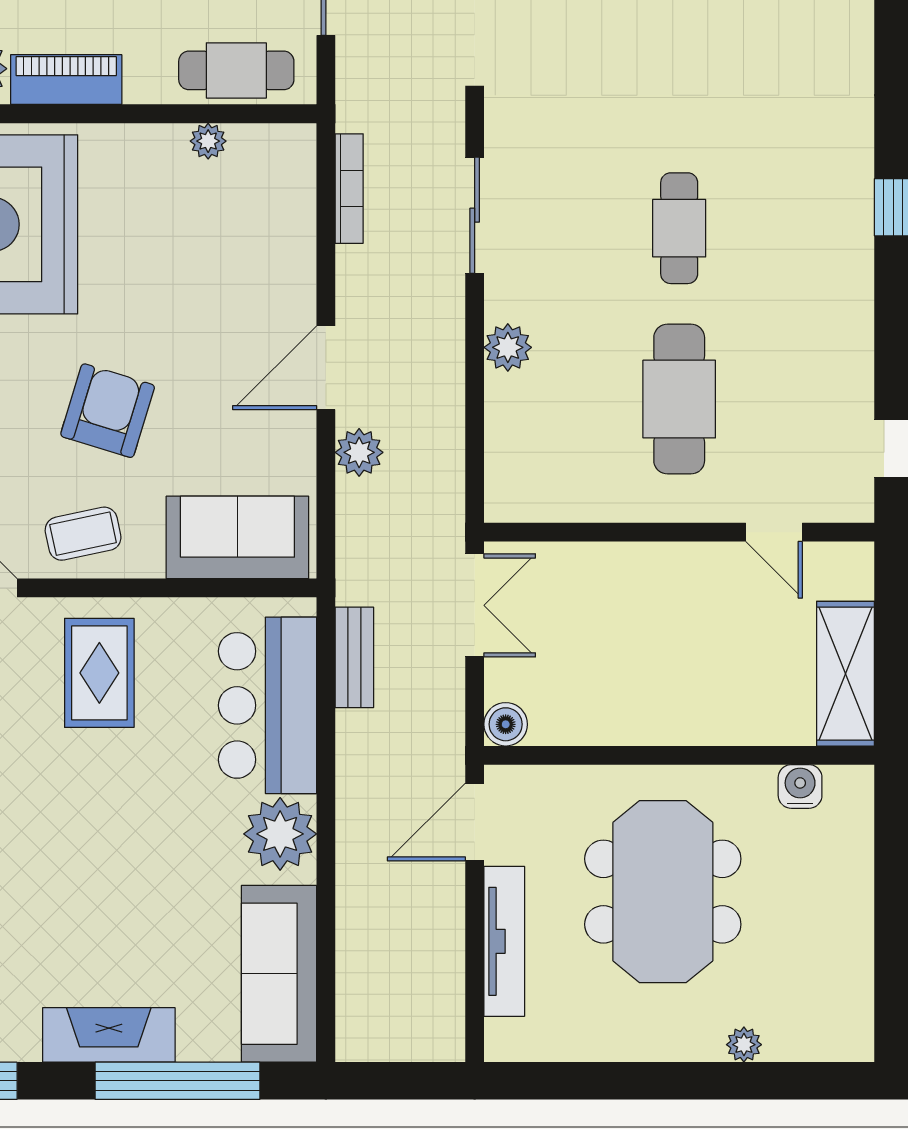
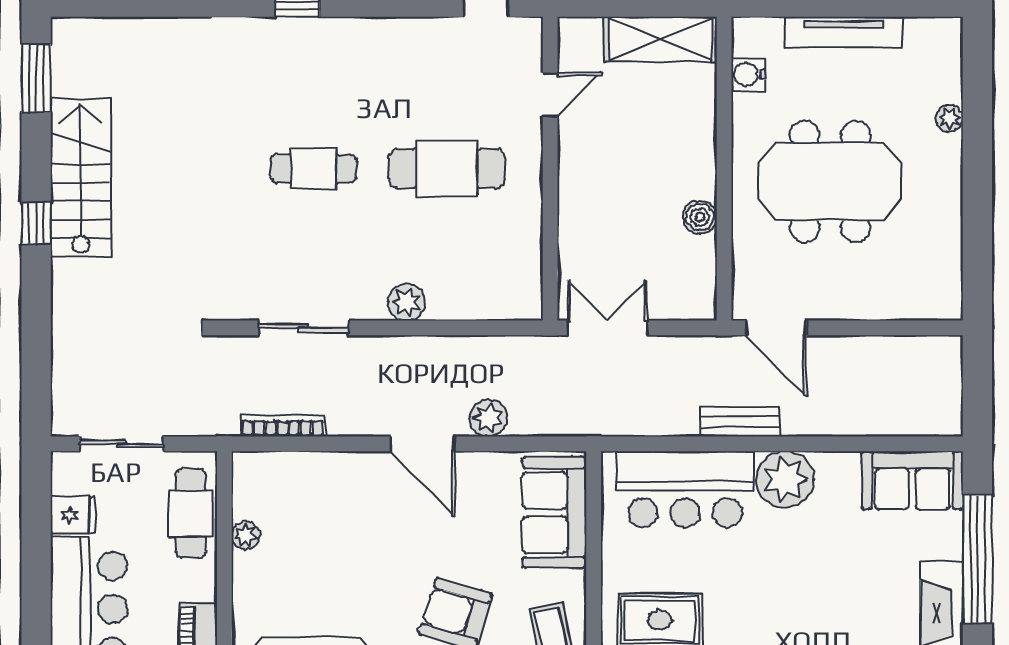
bench: (354, 657) -> (740, 422), moved
boiler: (506, 724) -> (700, 217), moved
tv unit: (504, 941) -> (844, 32), moved, turned 180
sofa: (279, 974) -> (912, 480), width x0.73

